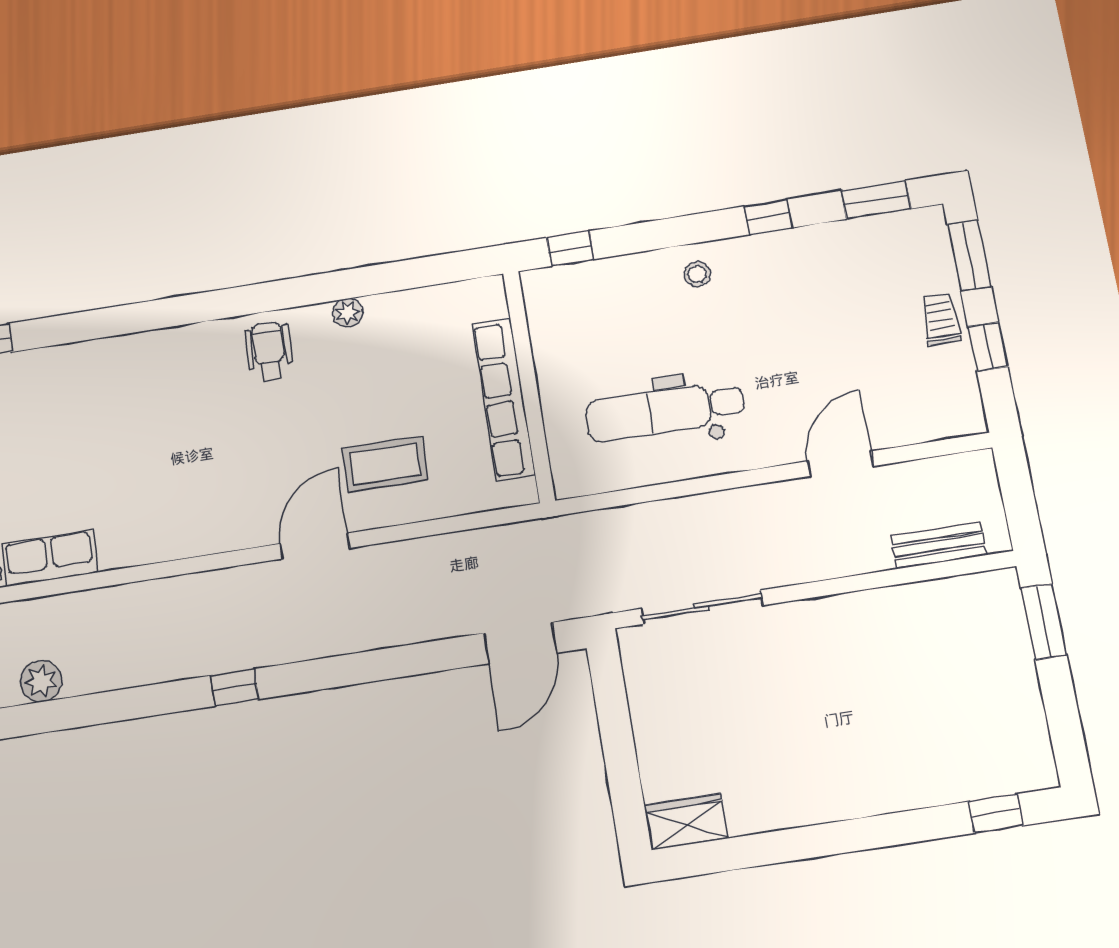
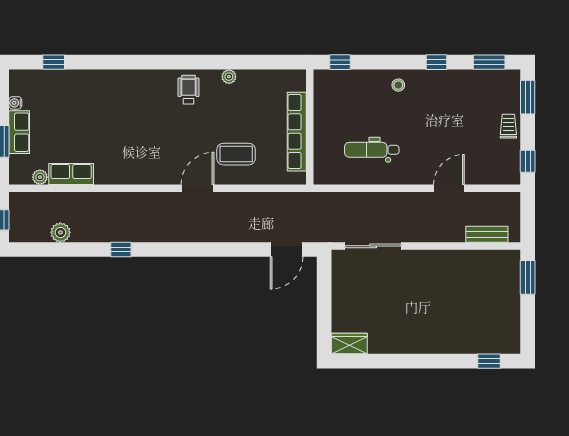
window: (988, 347) -> (528, 161), moved
dental chair: (665, 411) -> (372, 150), width x0.73, depth x0.72
window: (235, 687) -> (121, 250), moved

